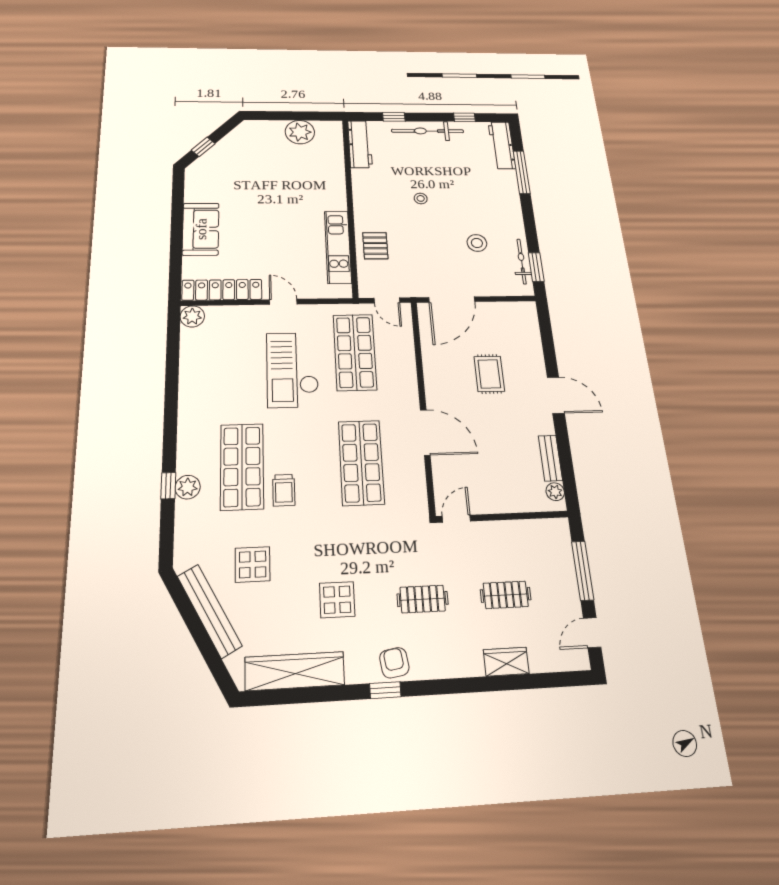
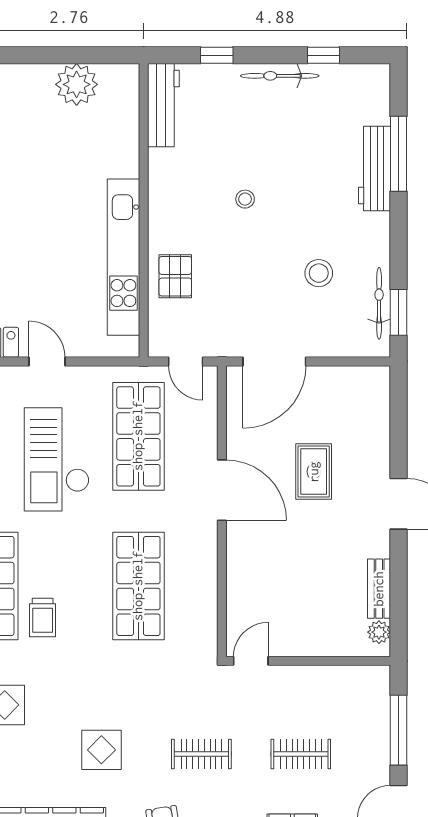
bicycle: (428, 131) -> (280, 76), width x0.73, depth x0.71
workbench: (502, 145) -> (375, 168), moved
kitchen unit: (338, 247) -> (123, 257), width x1.36
door: (425, 432) -> (222, 490), moved

